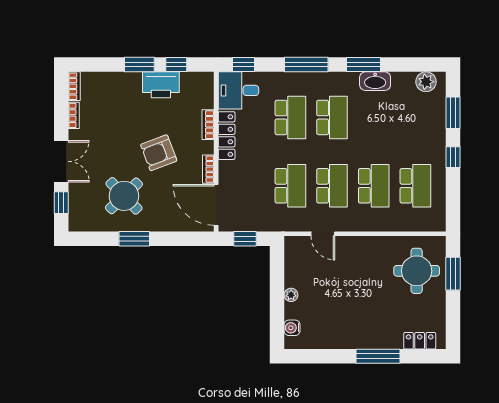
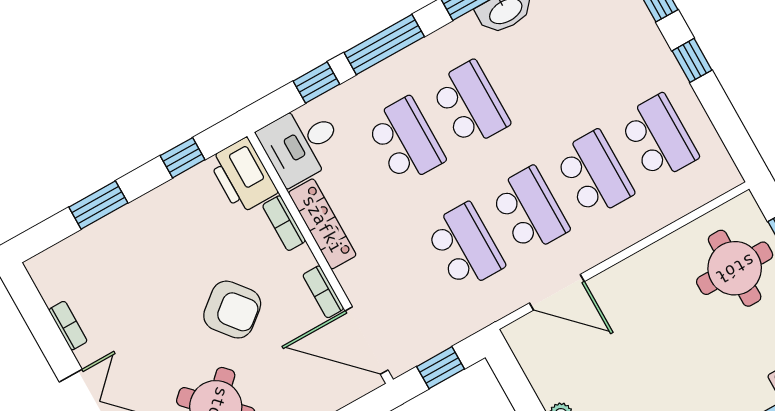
window: (139, 65) -> (98, 205), moved
window: (244, 65) -> (316, 83), moved
printer: (161, 85) -> (243, 176), moved, turned 90
bookcase: (74, 86) -> (43, 280), removed
armchair: (159, 153) -> (232, 310), turned -108
door: (323, 234) -> (557, 292), width x1.38

